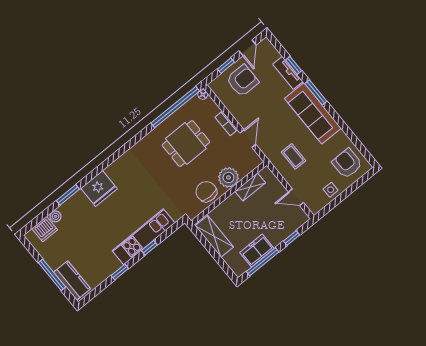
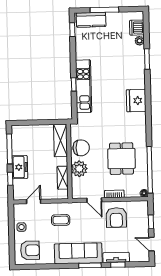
armchair: (242, 81) -> (116, 218), moved
fridge: (99, 189) -> (136, 101), moved
shelving: (214, 236) -> (60, 140), moved, turned 90
freezer: (257, 250) -> (20, 167), moved
window: (120, 272) -> (72, 30), moved

